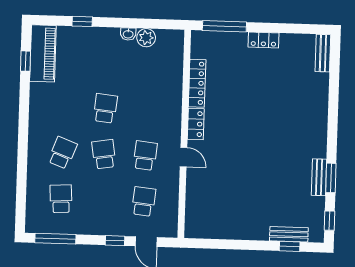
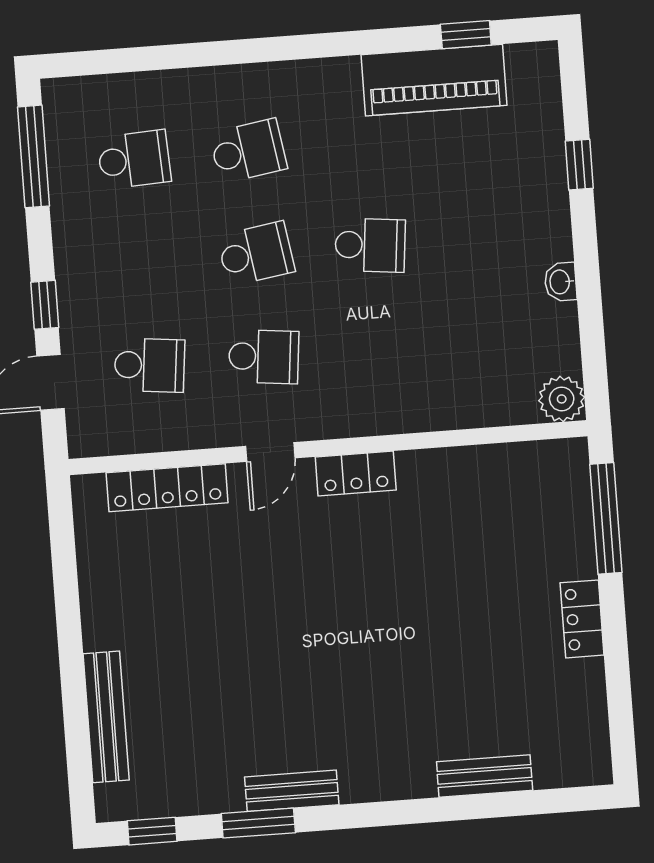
plant: (146, 38) -> (562, 399), moved
piano: (43, 53) -> (434, 80), moved
bench: (323, 53) -> (485, 776), moved
locker: (197, 83) -> (167, 488), moved
school desk: (62, 153) -> (248, 151), turned -30
bench: (319, 177) -> (292, 791), moved
bench: (289, 234) -> (106, 717), width x1.36
window: (290, 246) -> (77, 739), removed

